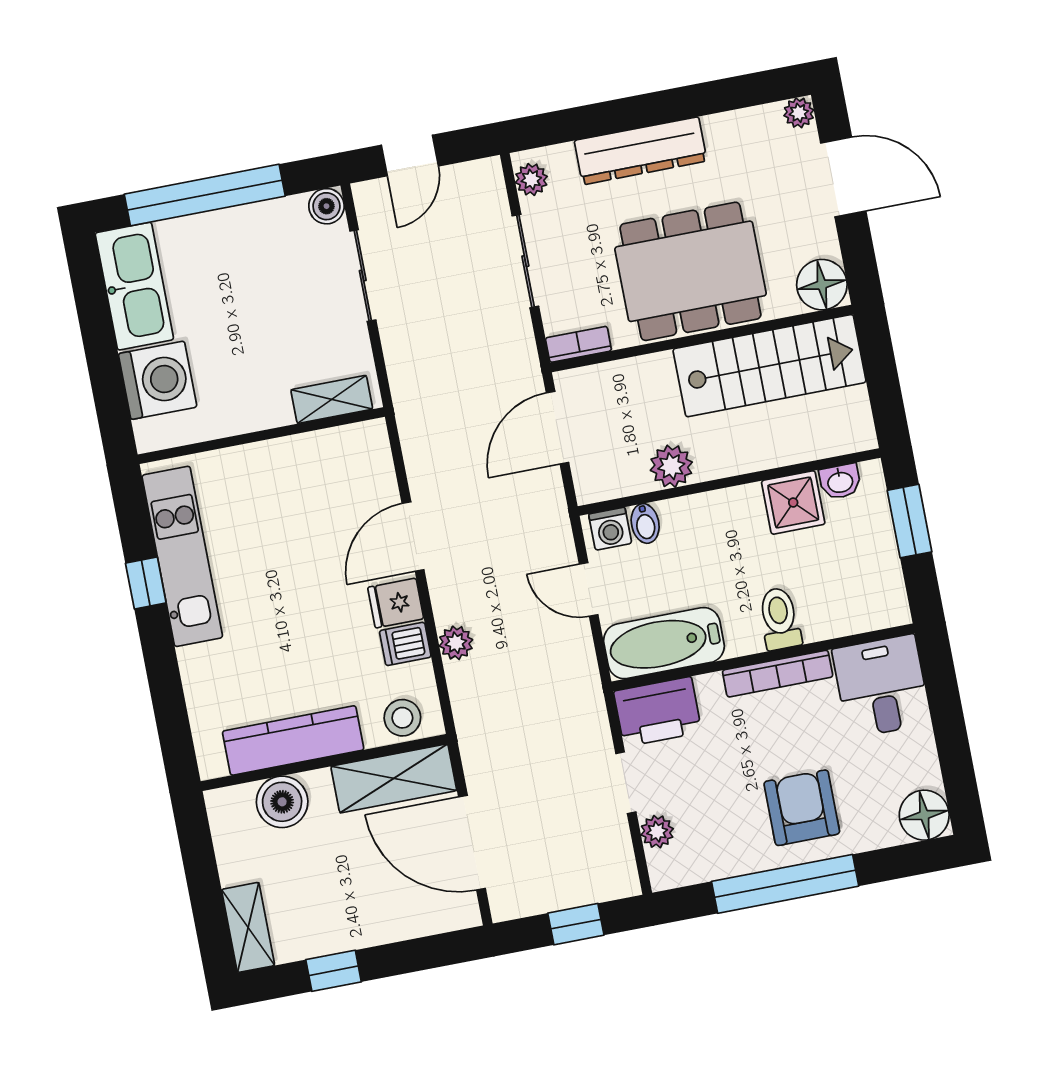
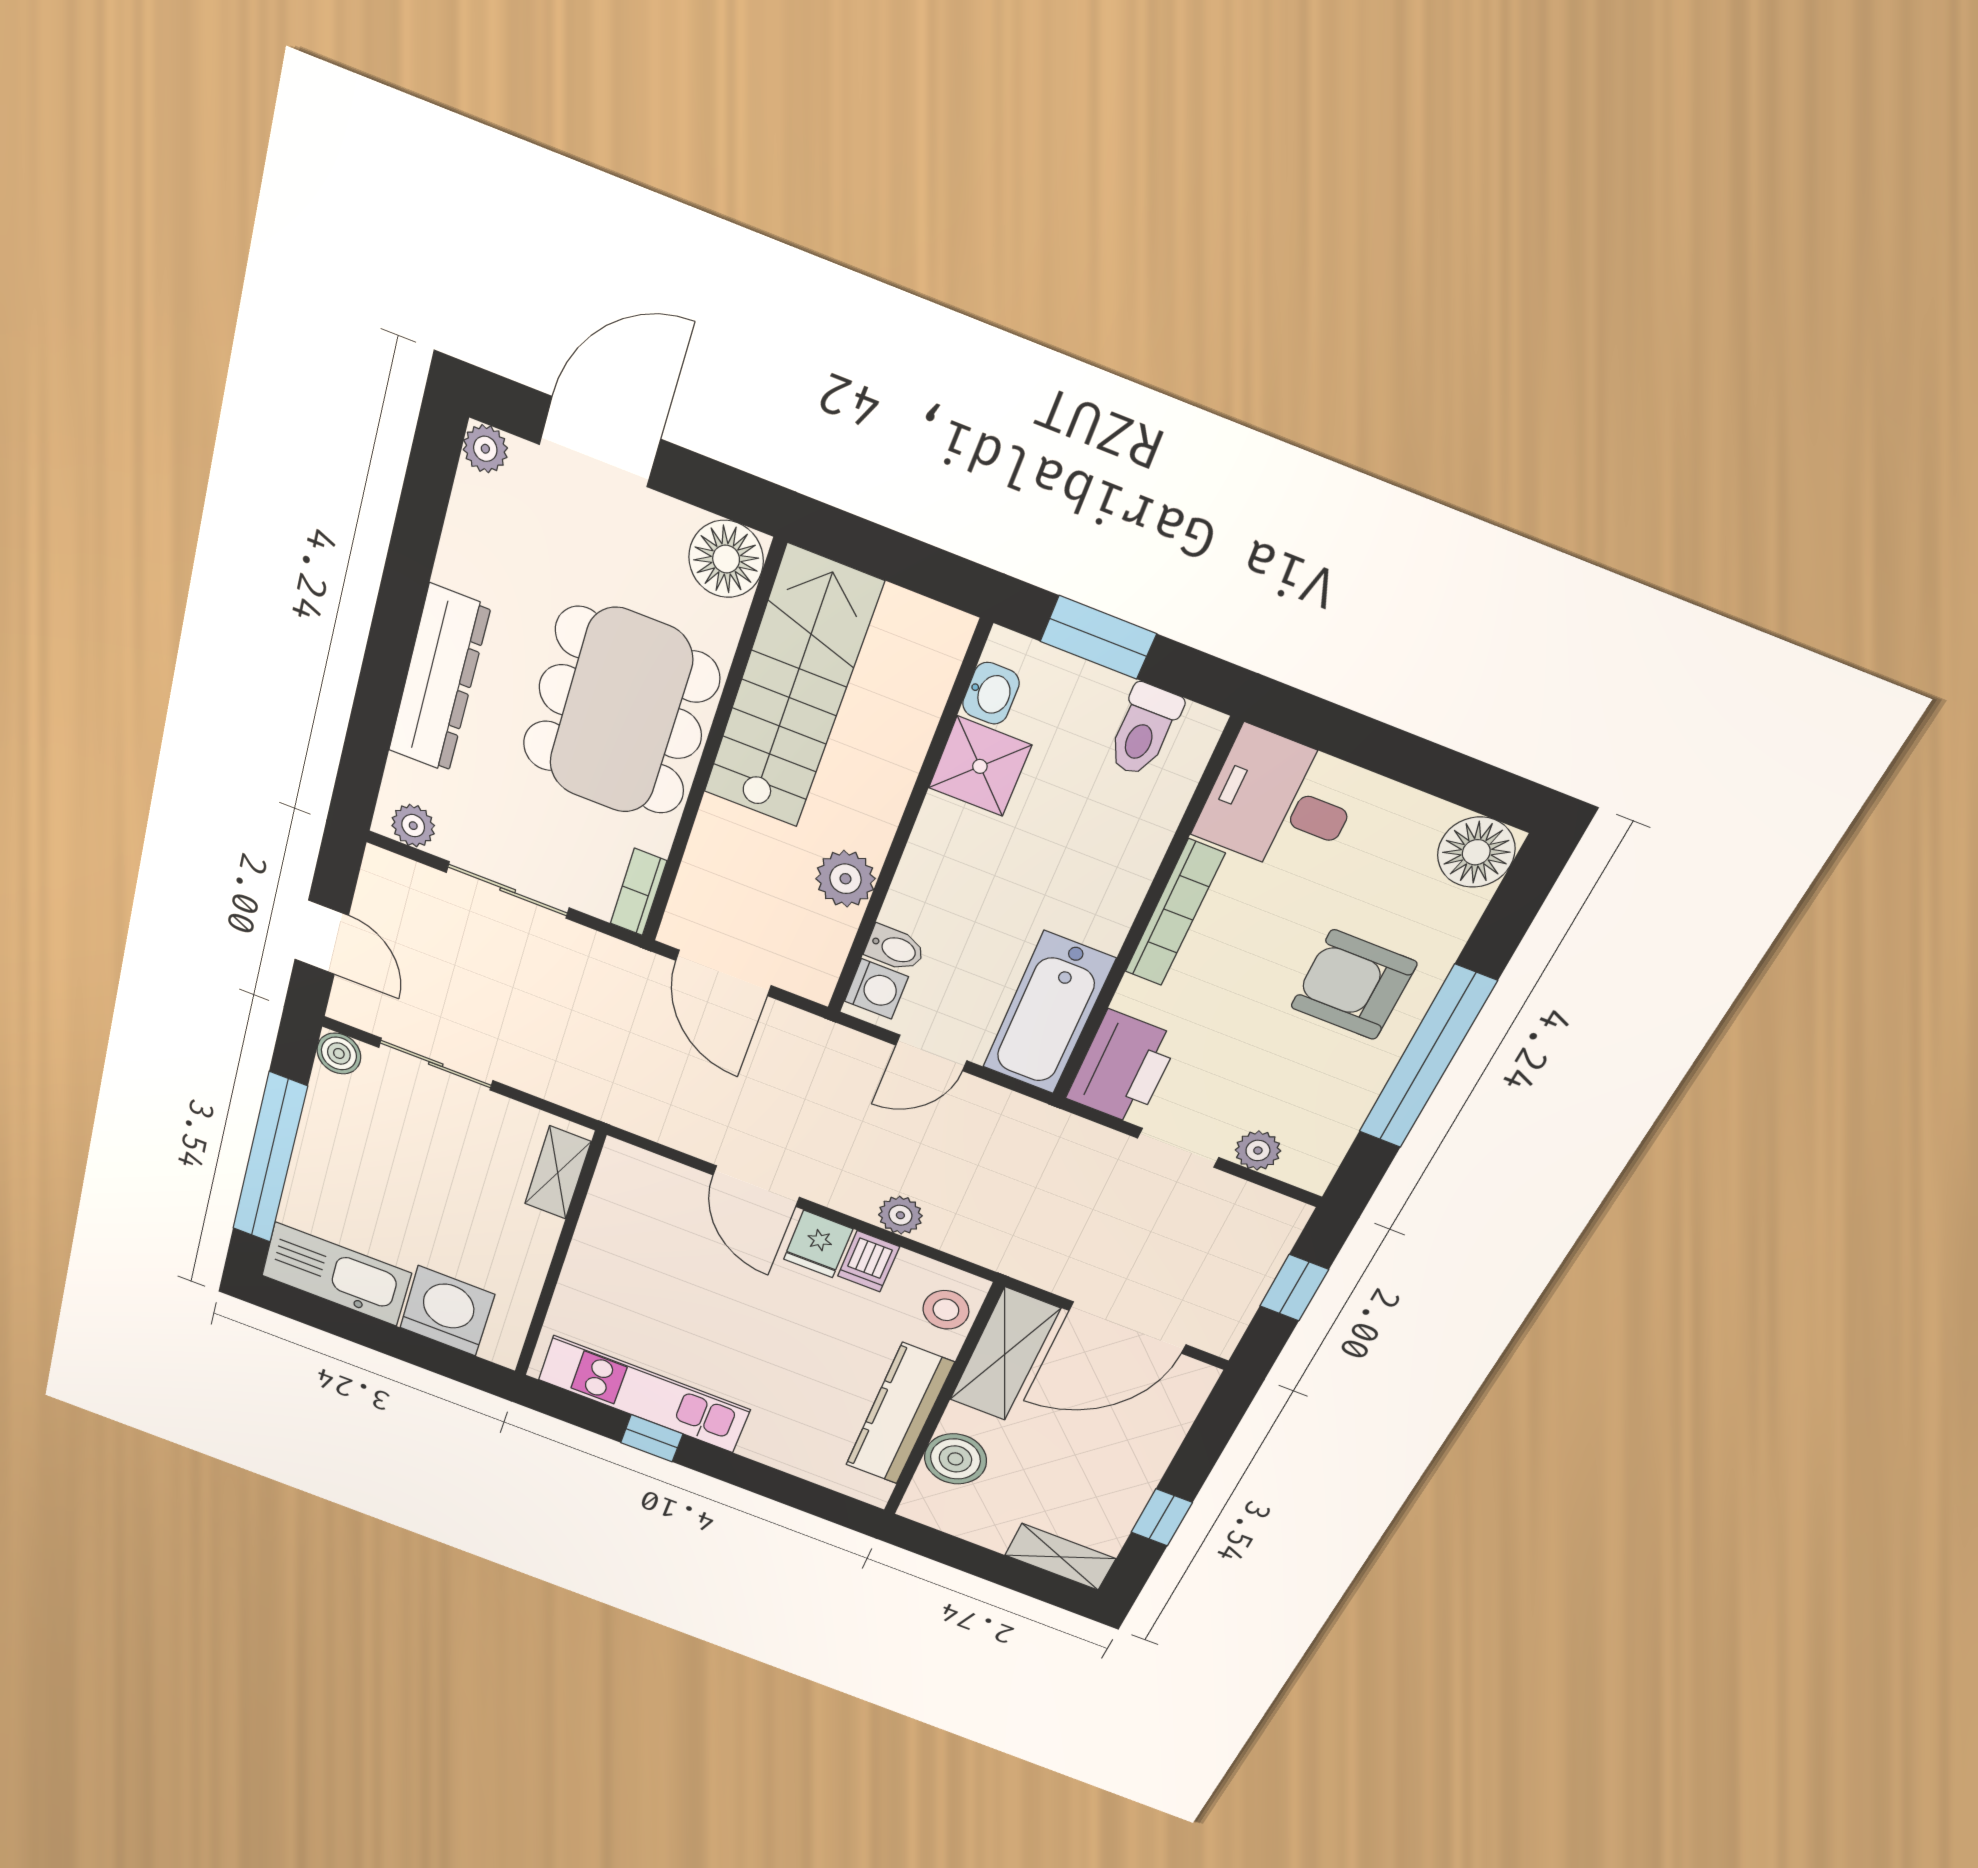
toilet: (780, 619) -> (1144, 730), moved, turned -90

